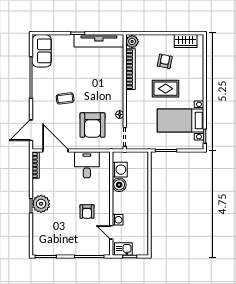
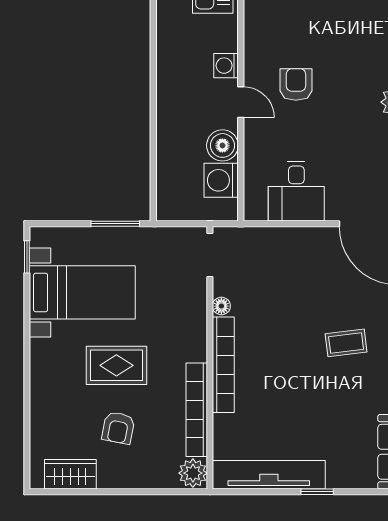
bookcase: (119, 89) -> (223, 365), added
armchair: (92, 125) -> (283, 282), removed
door: (111, 232) -> (241, 102), moved

